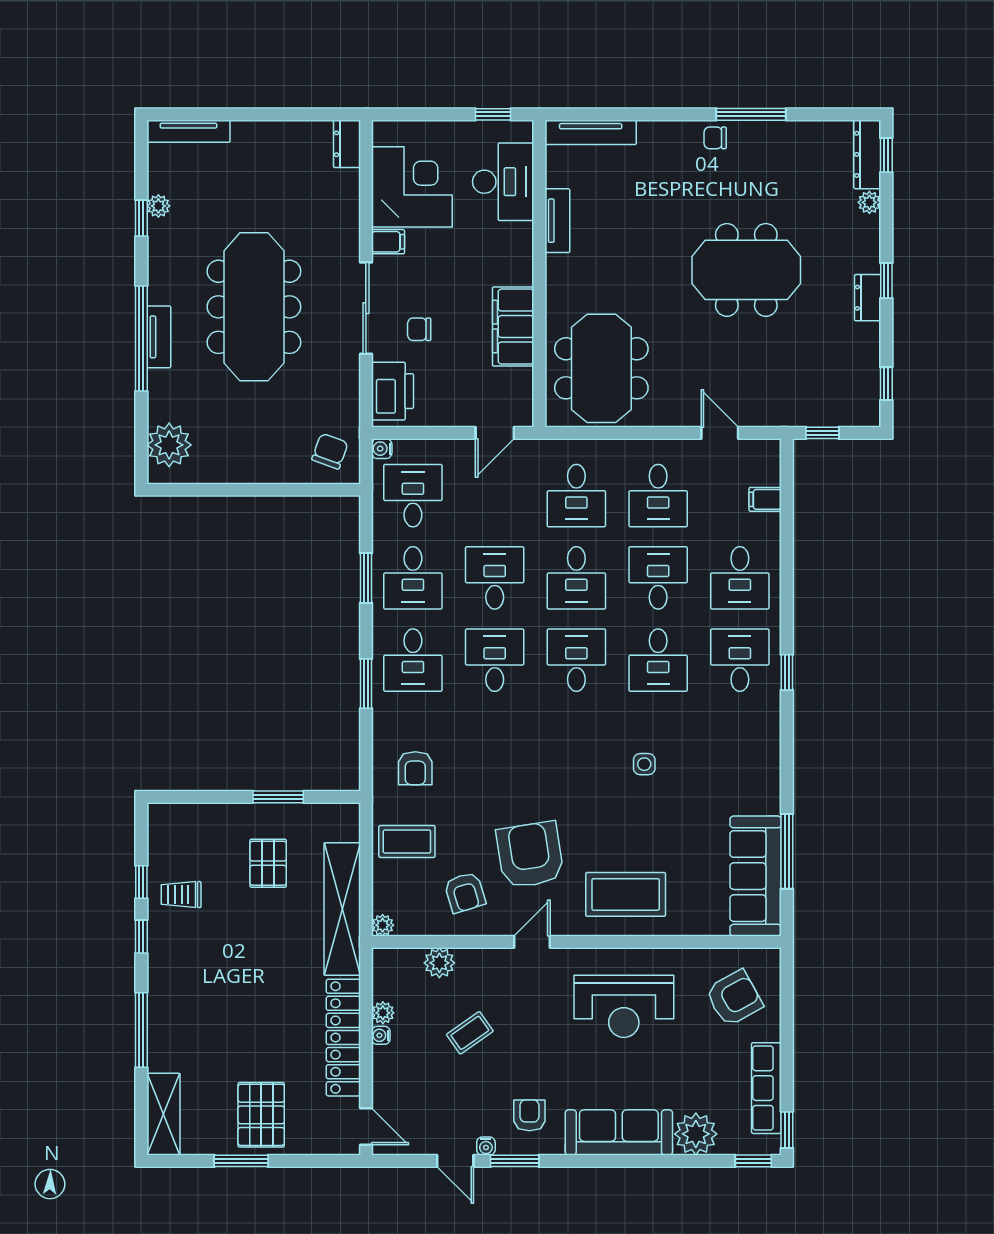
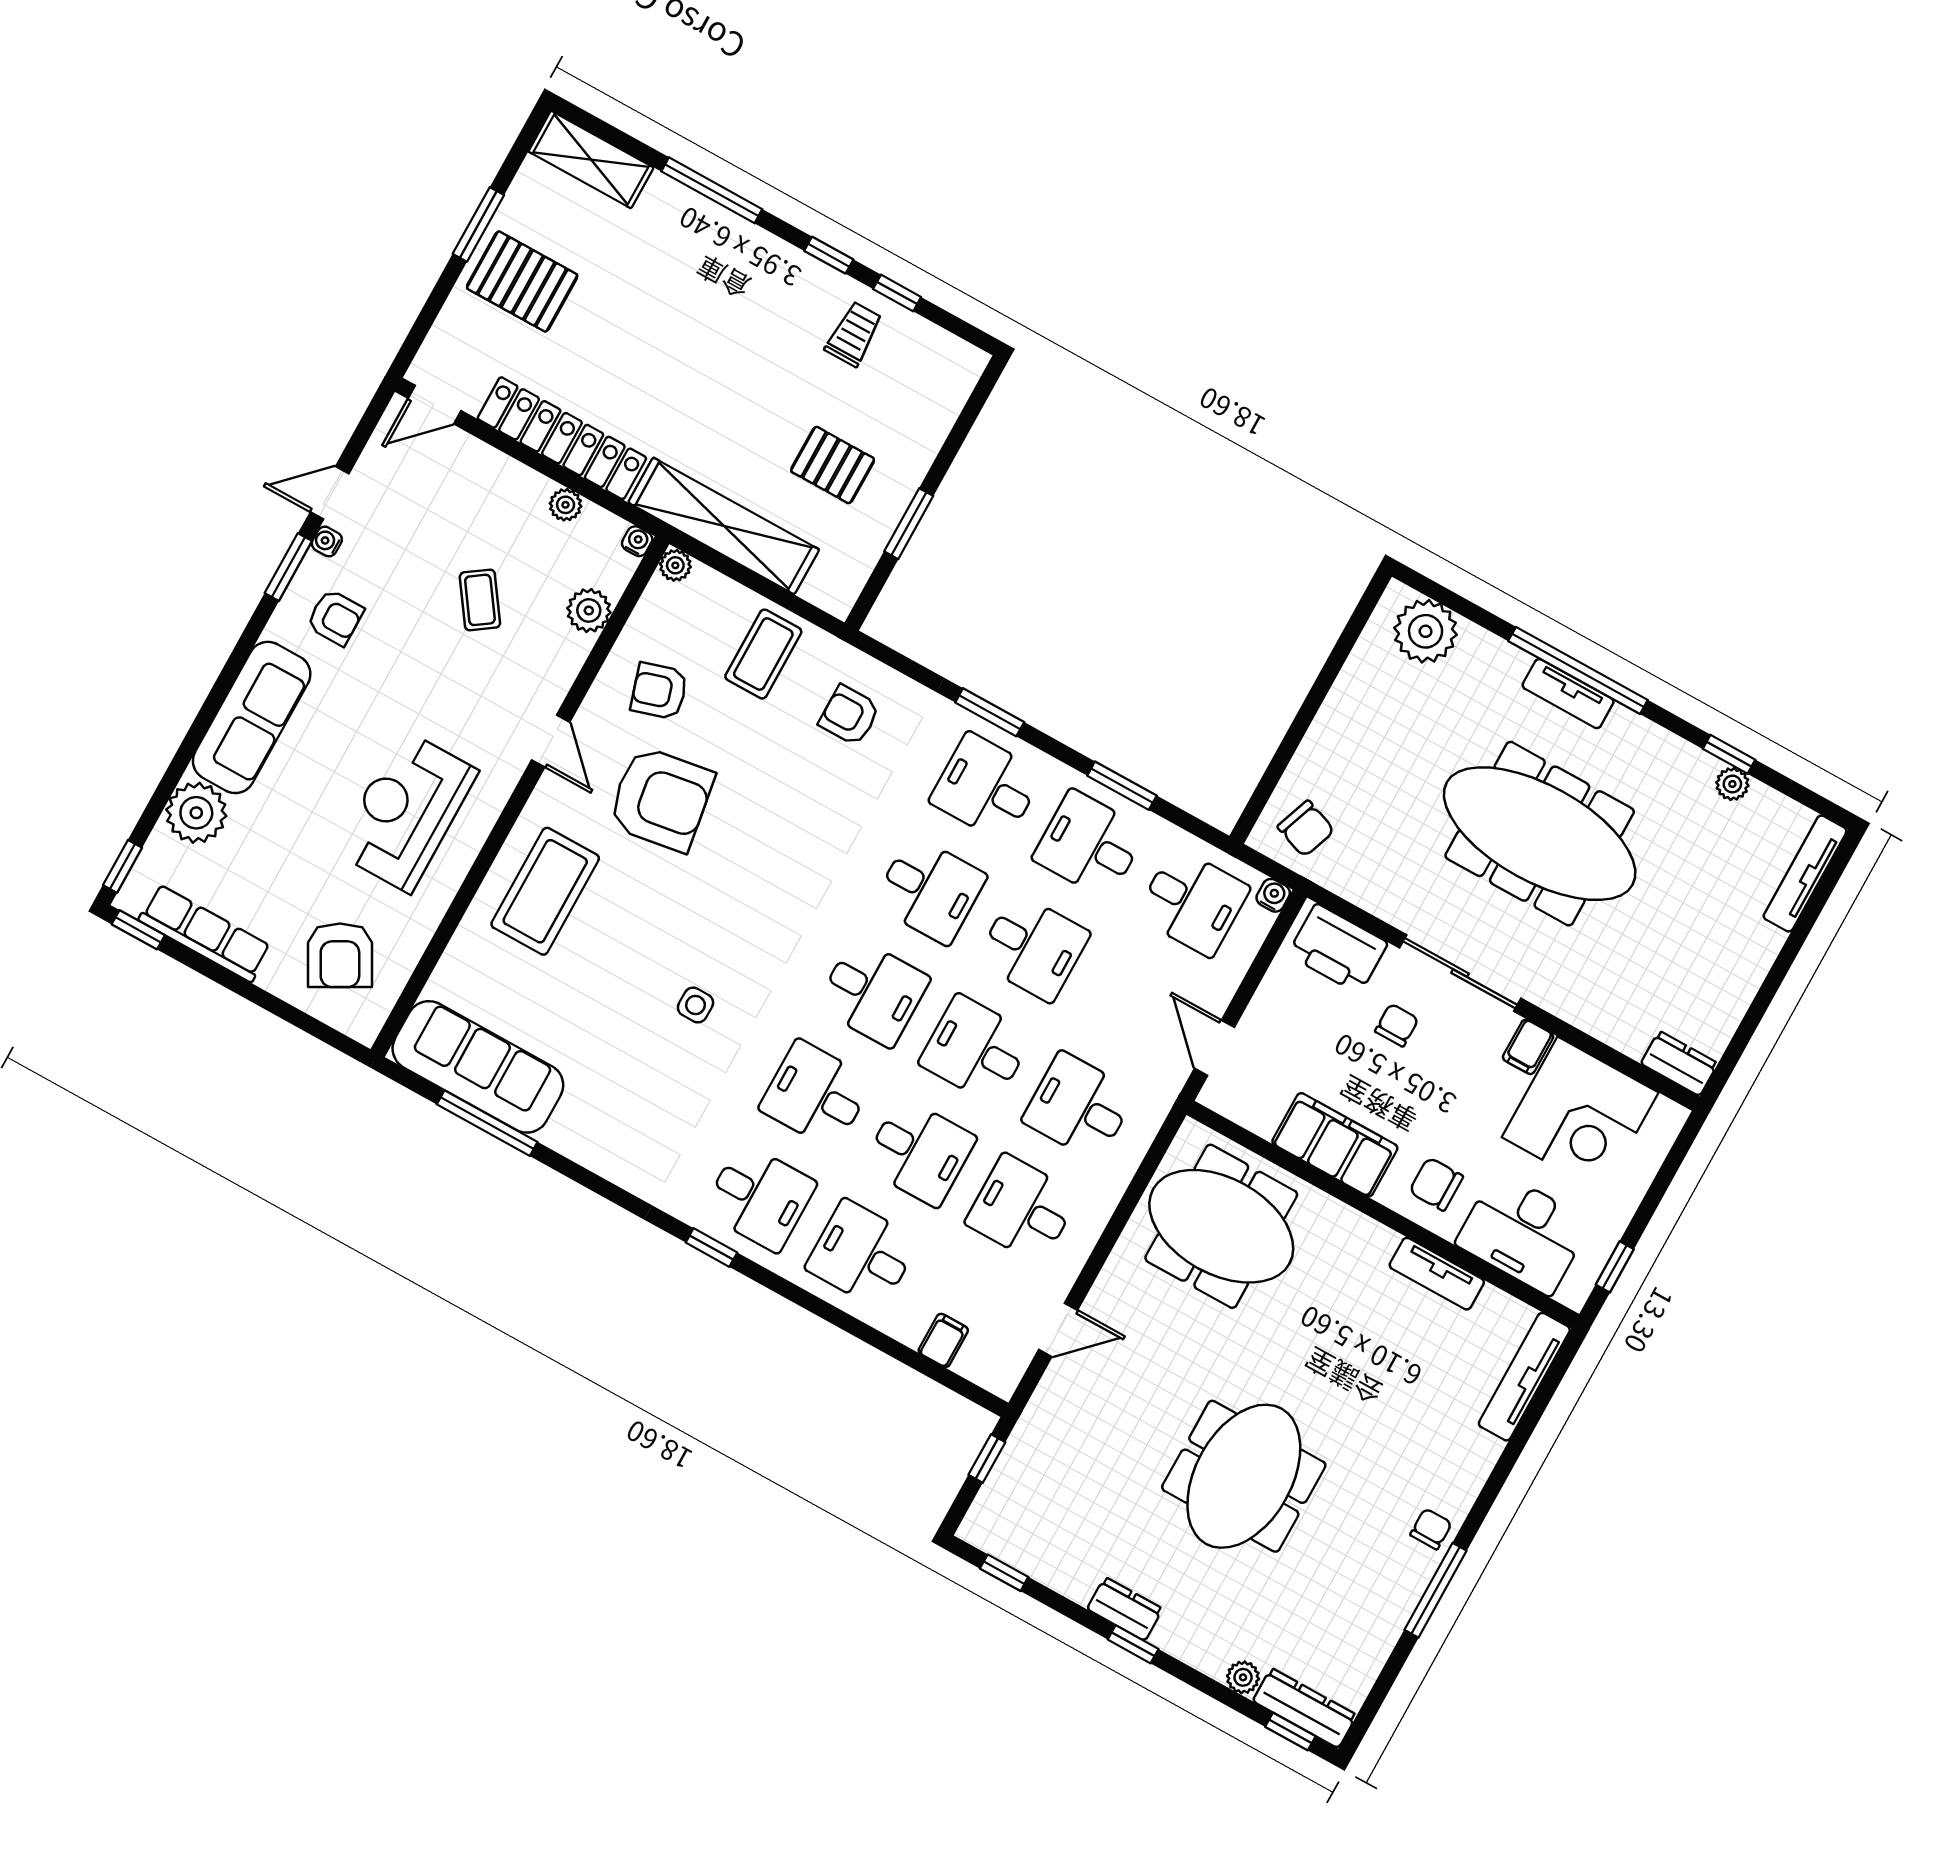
chair: (503, 251) -> (1436, 1184), added
water cooler: (381, 1035) -> (637, 541), moved

